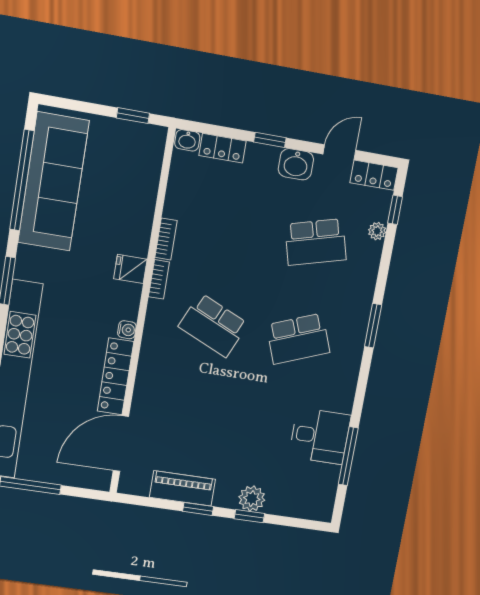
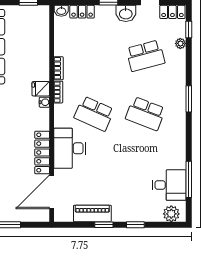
water cooler: (127, 330) -> (44, 102), moved
school desk: (298, 339) -> (145, 114), turned 42
desk: (163, 377) -> (70, 148), added
desk: (320, 436) -> (169, 185), moved
plant: (252, 499) -> (171, 214), moved

